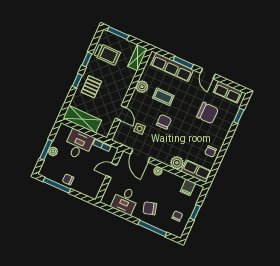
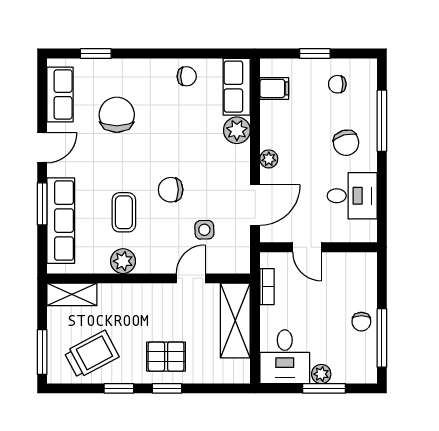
trolley: (107, 54) -> (92, 354), turned 62
shelving: (82, 119) -> (235, 321), moved
desk: (79, 145) -> (285, 357), moved, turned -90

